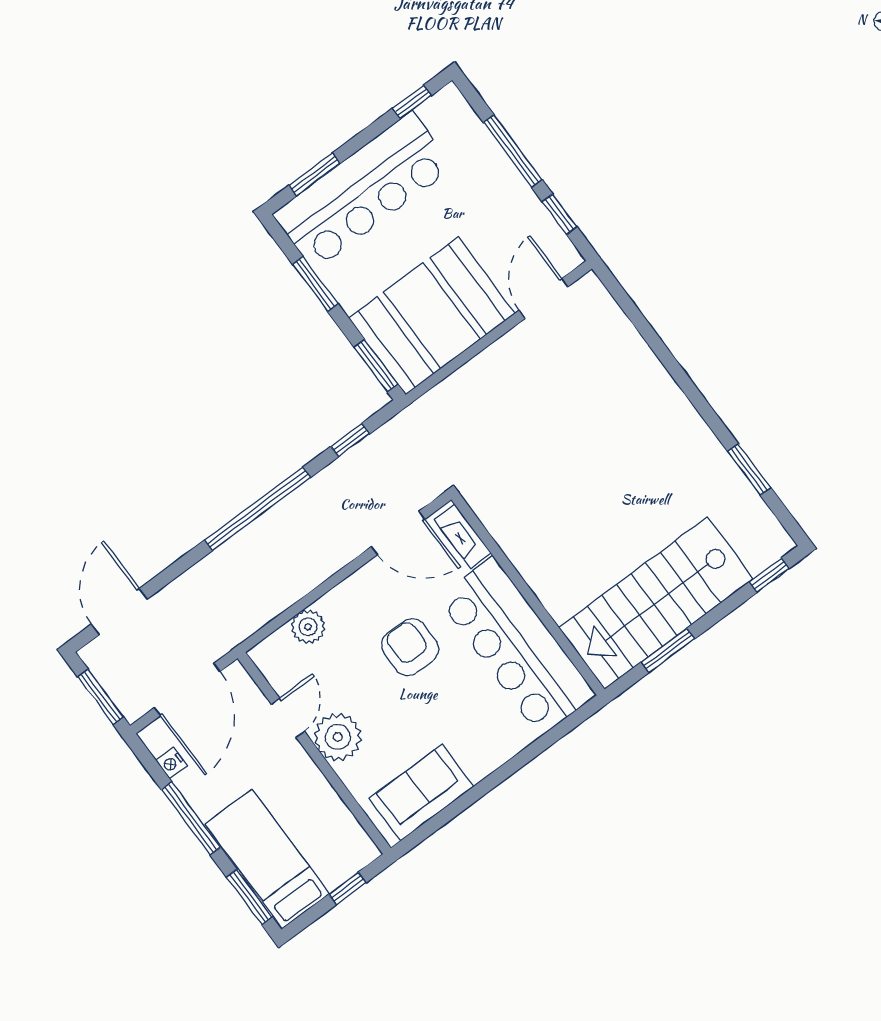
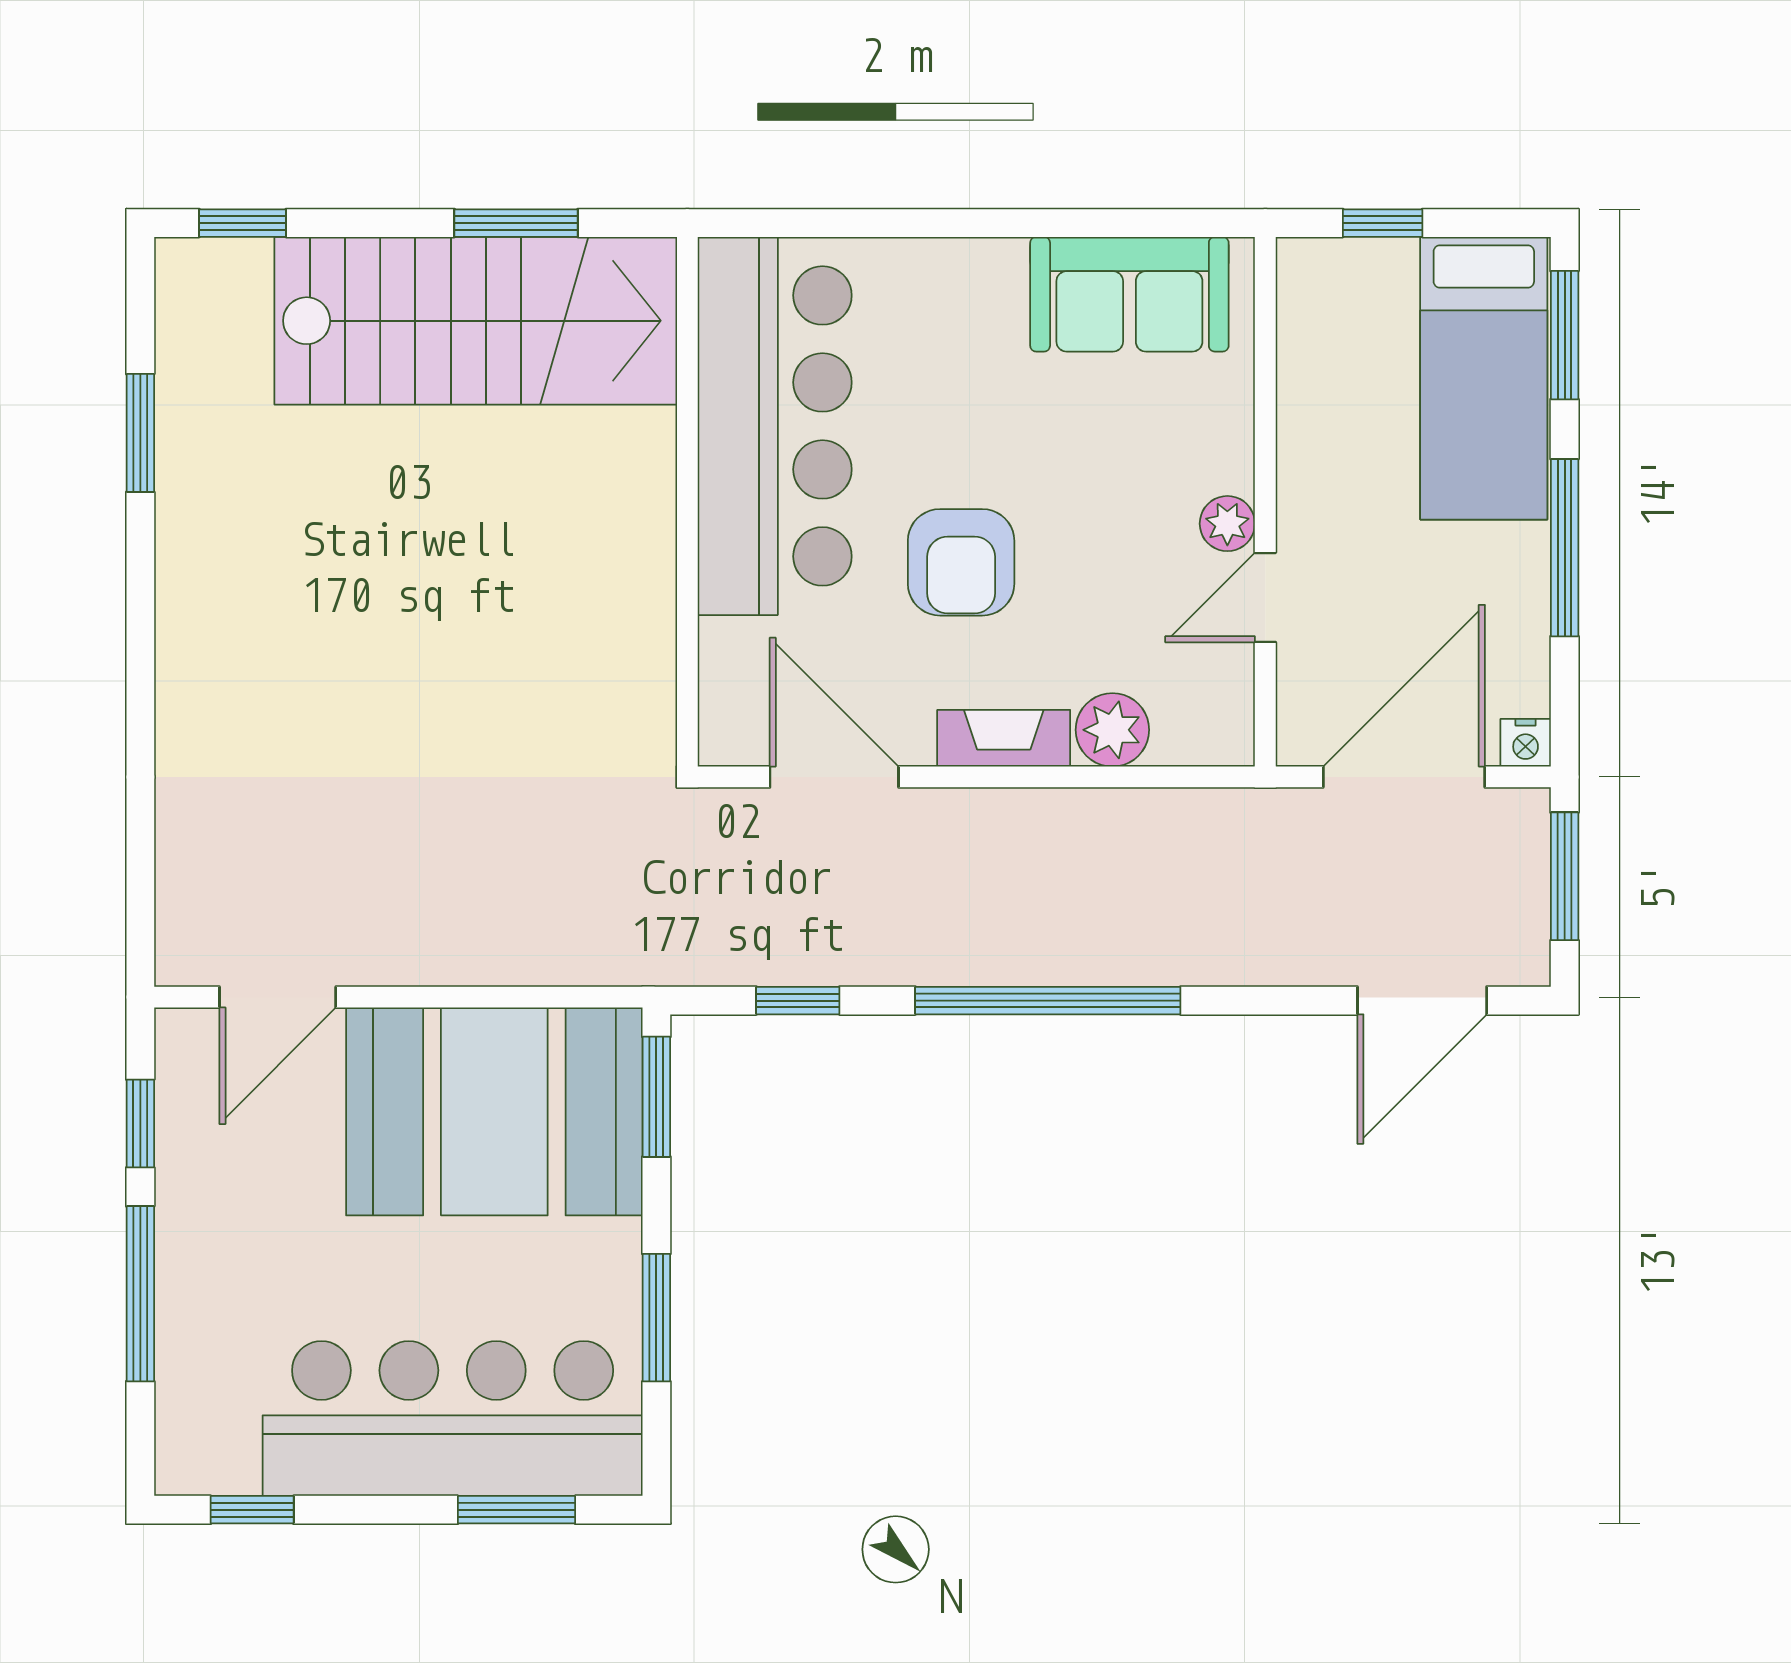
fireplace: (463, 536) -> (1004, 738), moved, turned -90
plant: (338, 737) -> (1227, 524), width x0.53, depth x0.53
nightstand: (171, 763) -> (1526, 743), moved, turned 90

